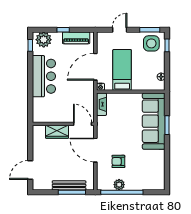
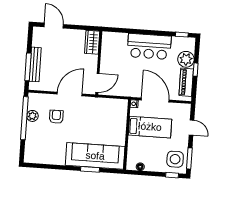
plant: (44, 40) -> (186, 59), moved
fireplace: (101, 104) -> (116, 104), removed
wardrobe: (57, 132) -> (92, 42), moved

